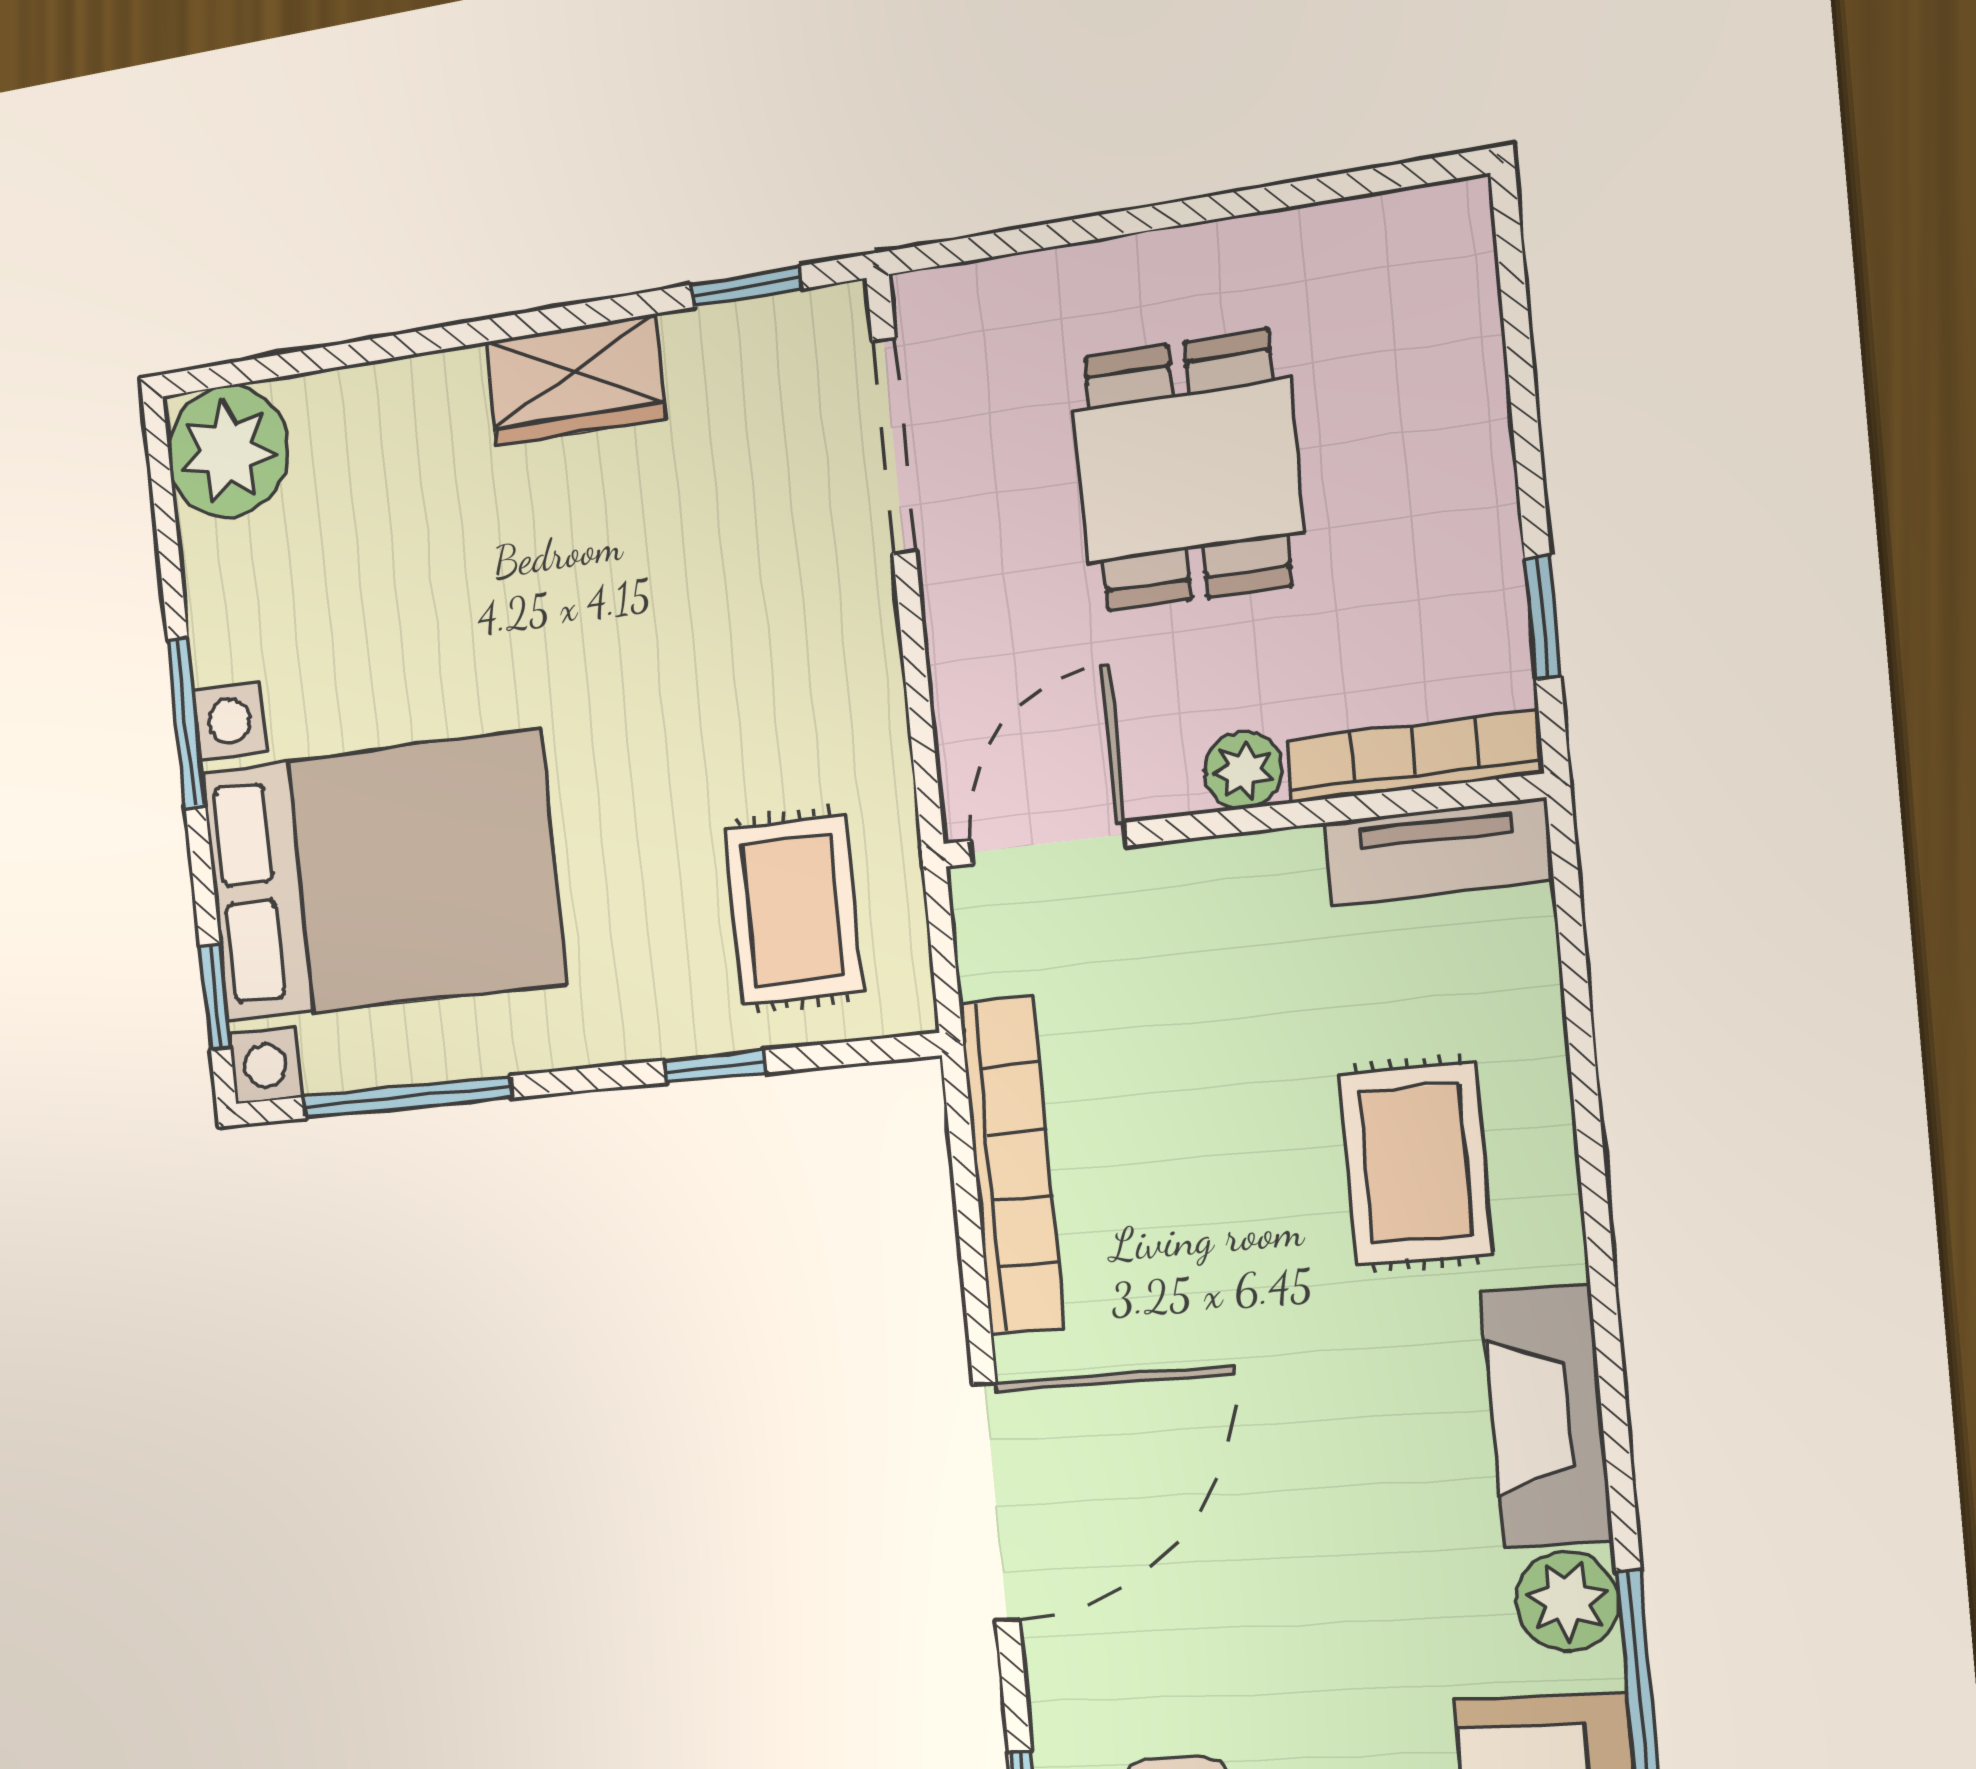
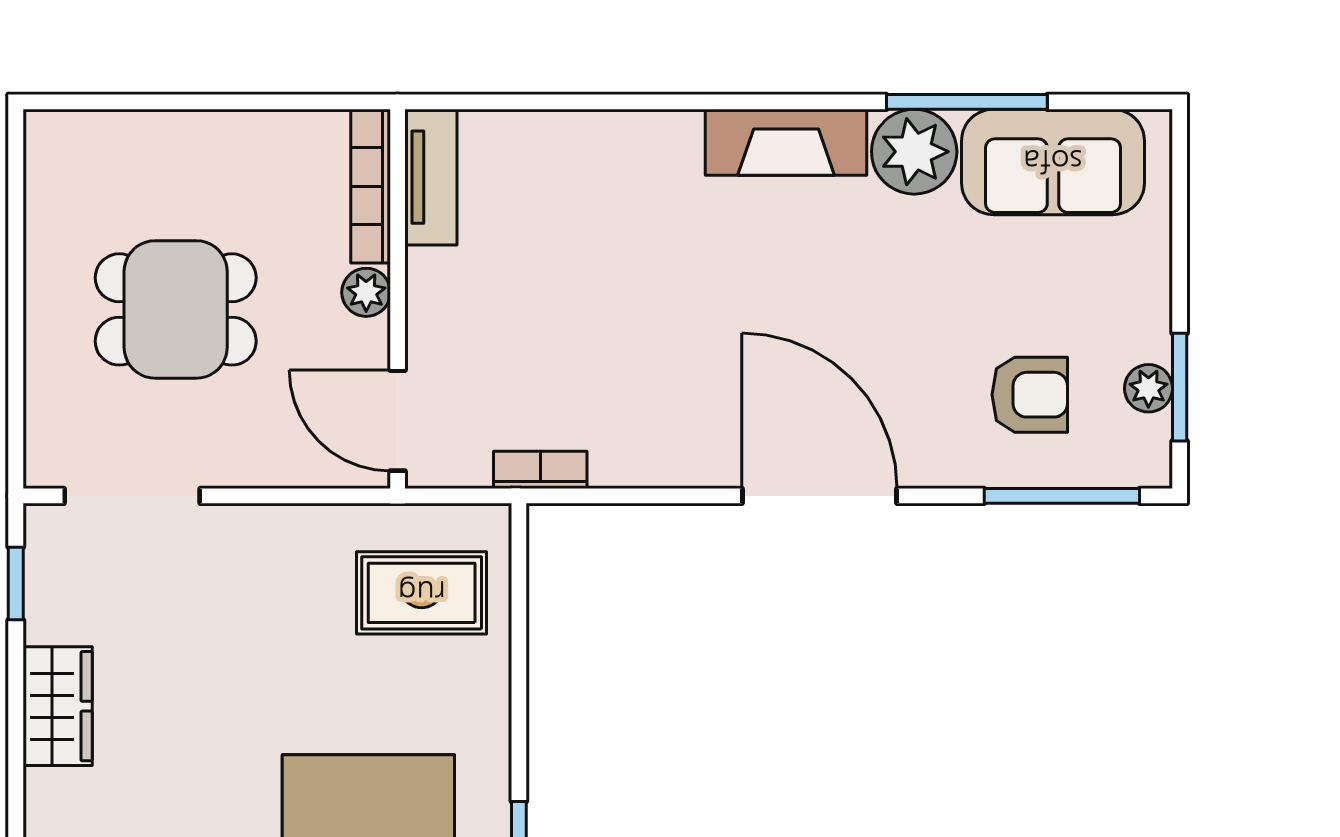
window: (1543, 618) -> (296, 102), removed
window: (714, 1067) -> (519, 657), removed
rug: (1416, 1164) -> (623, 208), removed
bookcase: (1012, 1165) -> (540, 470), width x0.43, depth x0.76
plant: (1567, 1601) -> (914, 152), width x1.36, depth x1.36

